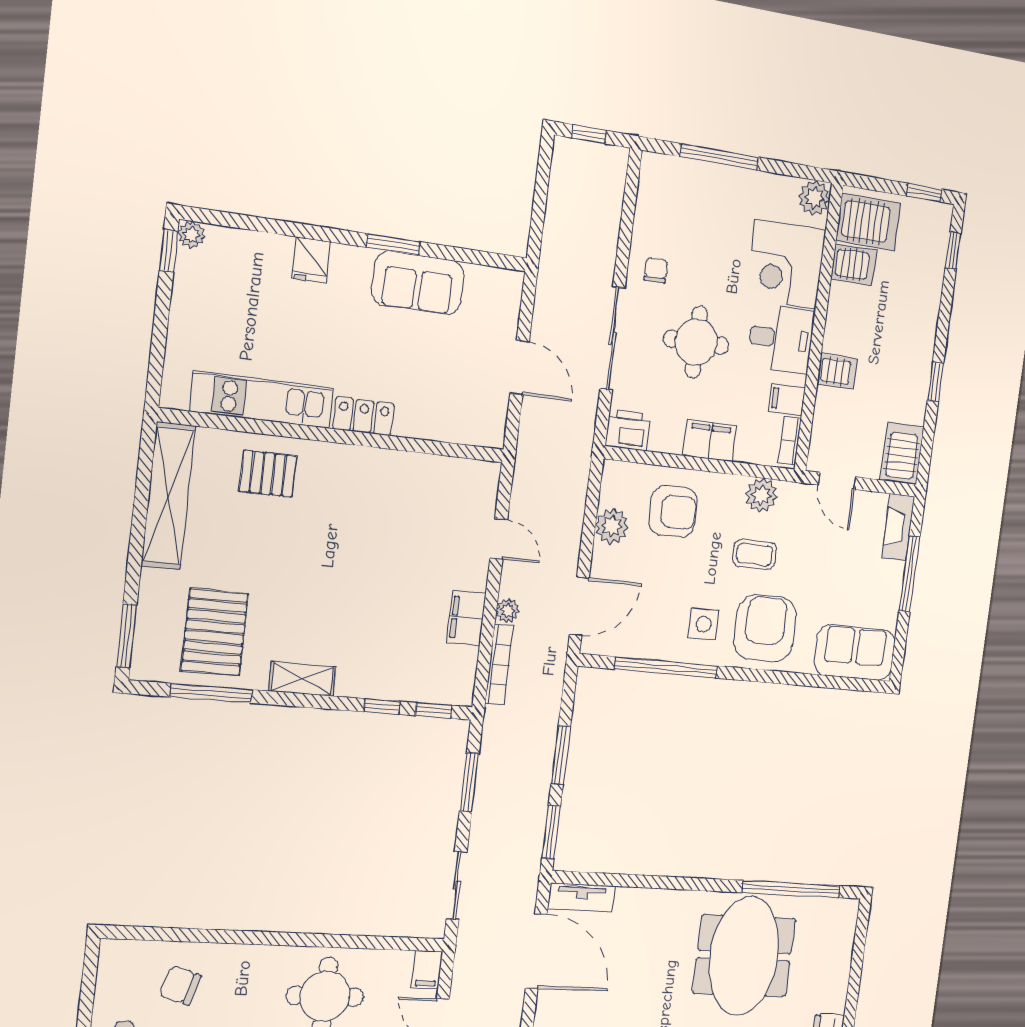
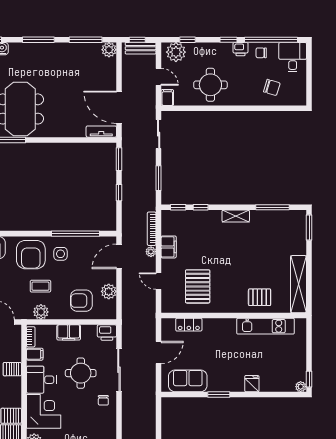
sofa: (418, 283) -> (188, 381), moved
door: (520, 368) -> (159, 352), swing flipped
locker: (364, 416) -> (189, 325), moved
pallet: (215, 632) -> (198, 286), moved
window: (561, 755) -> (119, 193), width x0.67

